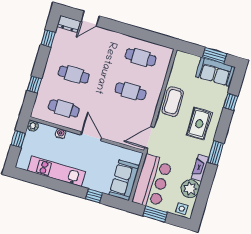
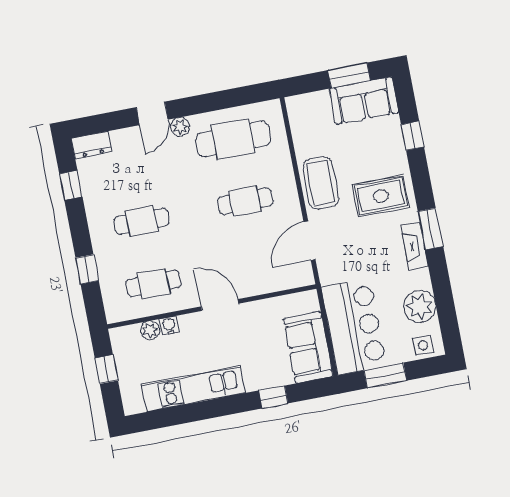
door: (90, 19) -> (152, 113), moved
plant: (117, 37) -> (180, 127), added
cafe table: (140, 57) -> (233, 139), width x1.37, depth x1.35
rug: (199, 124) -> (381, 196), turned 90
plant: (33, 126) -> (150, 330), moved
door: (149, 138) -> (309, 241), moved
fireplace: (200, 168) -> (415, 246), moved

